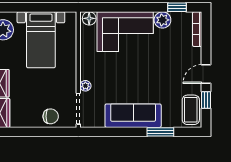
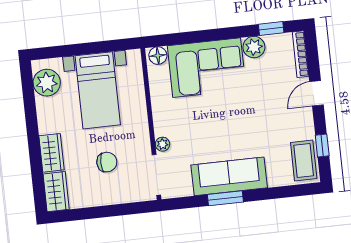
door: (206, 74) -> (317, 93), moved
chair: (51, 116) -> (107, 162), moved
window: (160, 132) -> (225, 198), moved

